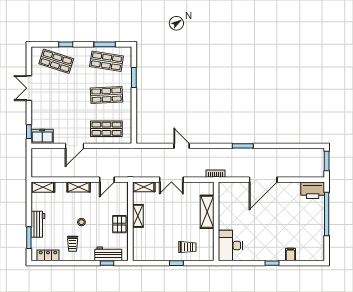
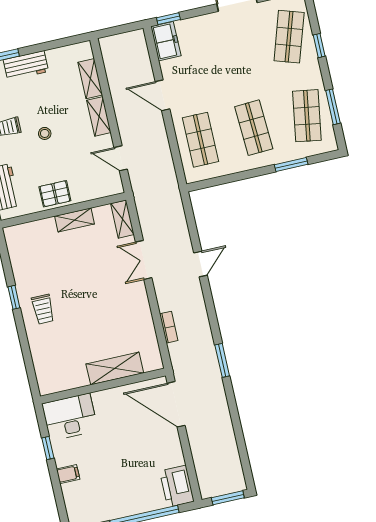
shelving: (43, 187) -> (90, 79), moved
shelving: (207, 212) -> (115, 368), moved
wall: (216, 221) -> (103, 386), moved
desk: (230, 246) -> (70, 417), moved

